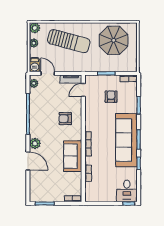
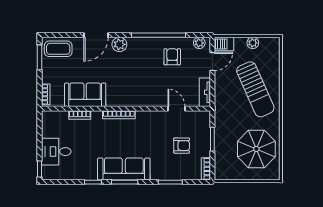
plant: (35, 28) -> (273, 44), removed
sun lounger: (69, 41) -> (255, 89), turned -39
door: (83, 90) -> (176, 109), moved
armchair: (65, 119) -> (172, 57), moved
sofa: (126, 140) -> (124, 169), width x0.74, depth x0.79
sofa: (73, 156) -> (85, 95), moved
coffee table: (38, 189) -> (58, 49), added
desk: (127, 191) -> (56, 152), moved

